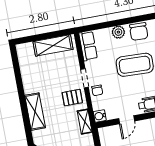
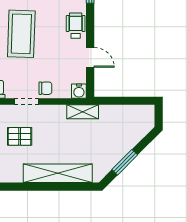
pallet: (72, 98) -> (20, 136), moved, turned 90
shelving: (35, 112) -> (58, 173), width x1.47

